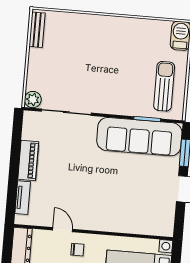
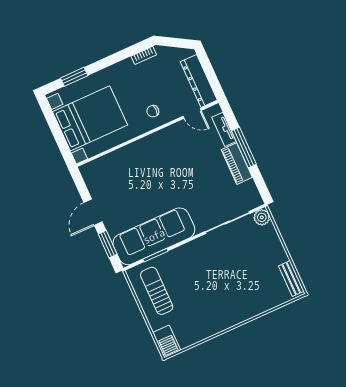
sun lounger: (164, 86) -> (157, 291), turned 180
window: (14, 171) -> (244, 147), added
door: (63, 230) -> (192, 113), moved

